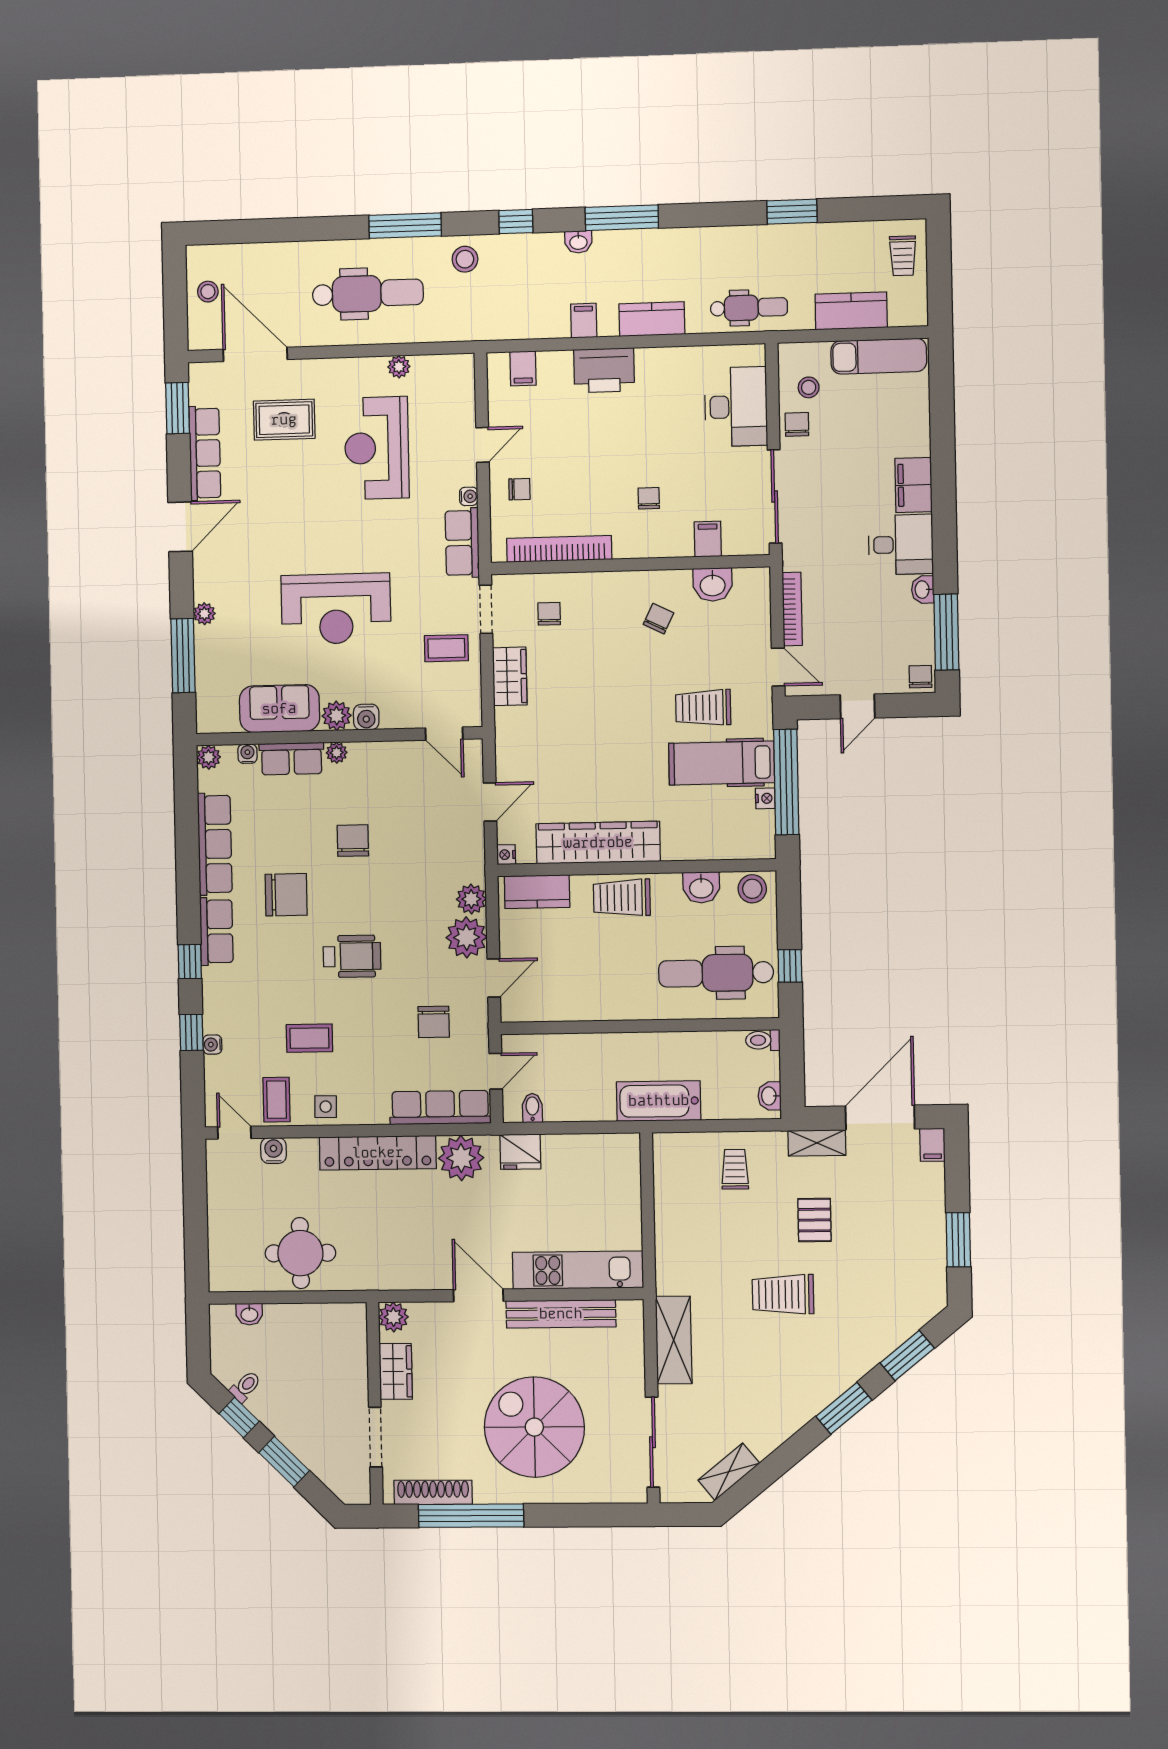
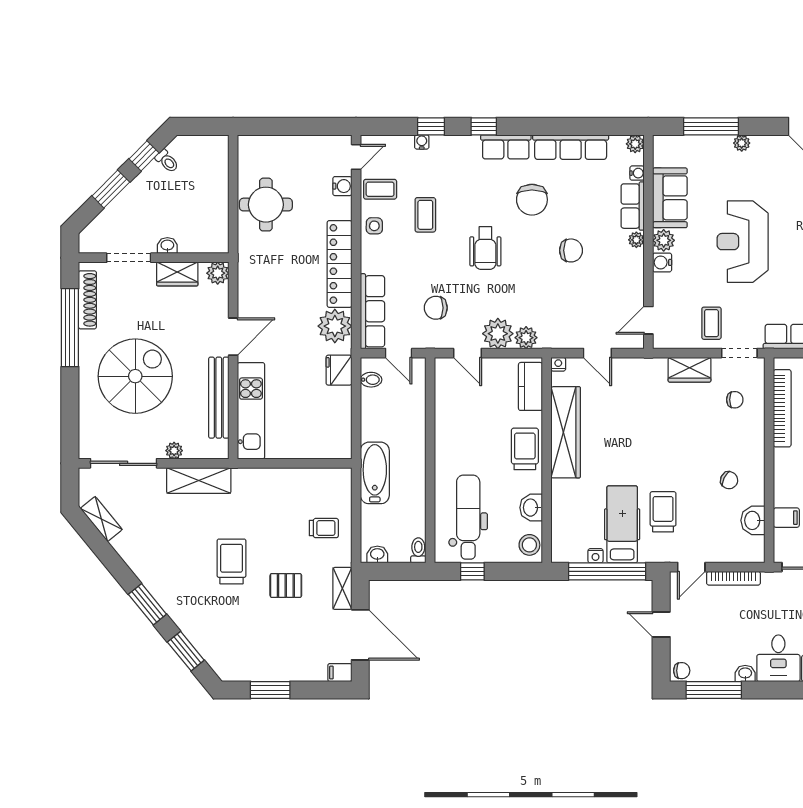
washbasin: (249, 1314) -> (167, 246), moved, turned 90
plant: (634, 1374) -> (174, 451), added

